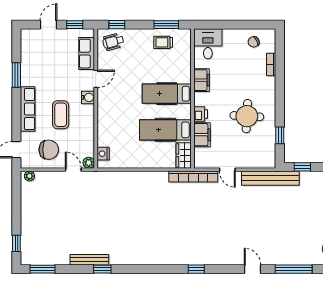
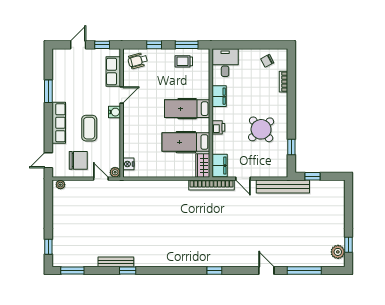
window: (117, 25) -> (154, 45), moved
round table: (247, 116) -> (261, 129), turned 45
filing cabinet: (202, 135) -> (220, 166), moved

